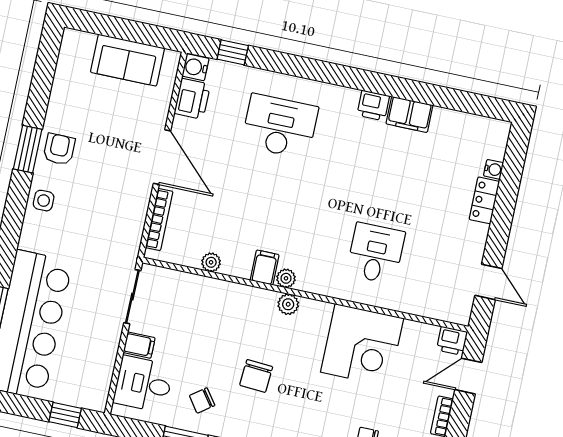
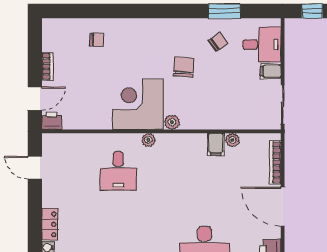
filing cabinet: (265, 268) -> (216, 144), moved
plant: (286, 278) -> (148, 140), moved
corner desk: (362, 345) -> (138, 104), moved

